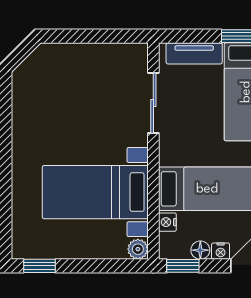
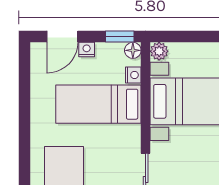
floor lamp: (200, 250) -> (133, 50), moved

